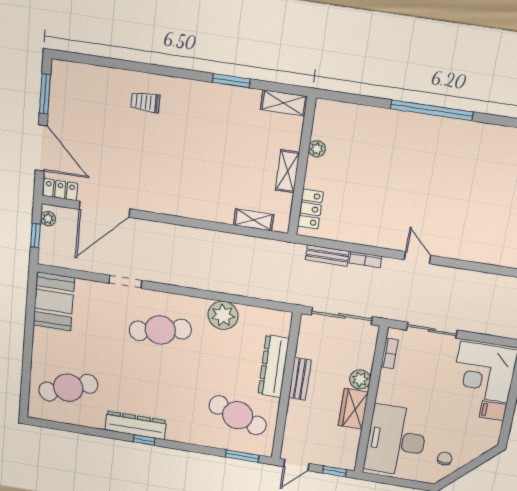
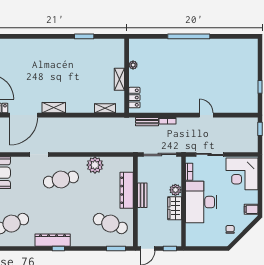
trolley: (145, 102) -> (40, 54), removed
shelving: (284, 103) -> (54, 108), moved
door: (417, 258) -> (206, 115), moved
filing cabinet: (493, 411) -> (251, 209), moved
desk: (396, 441) -> (201, 202), moved

